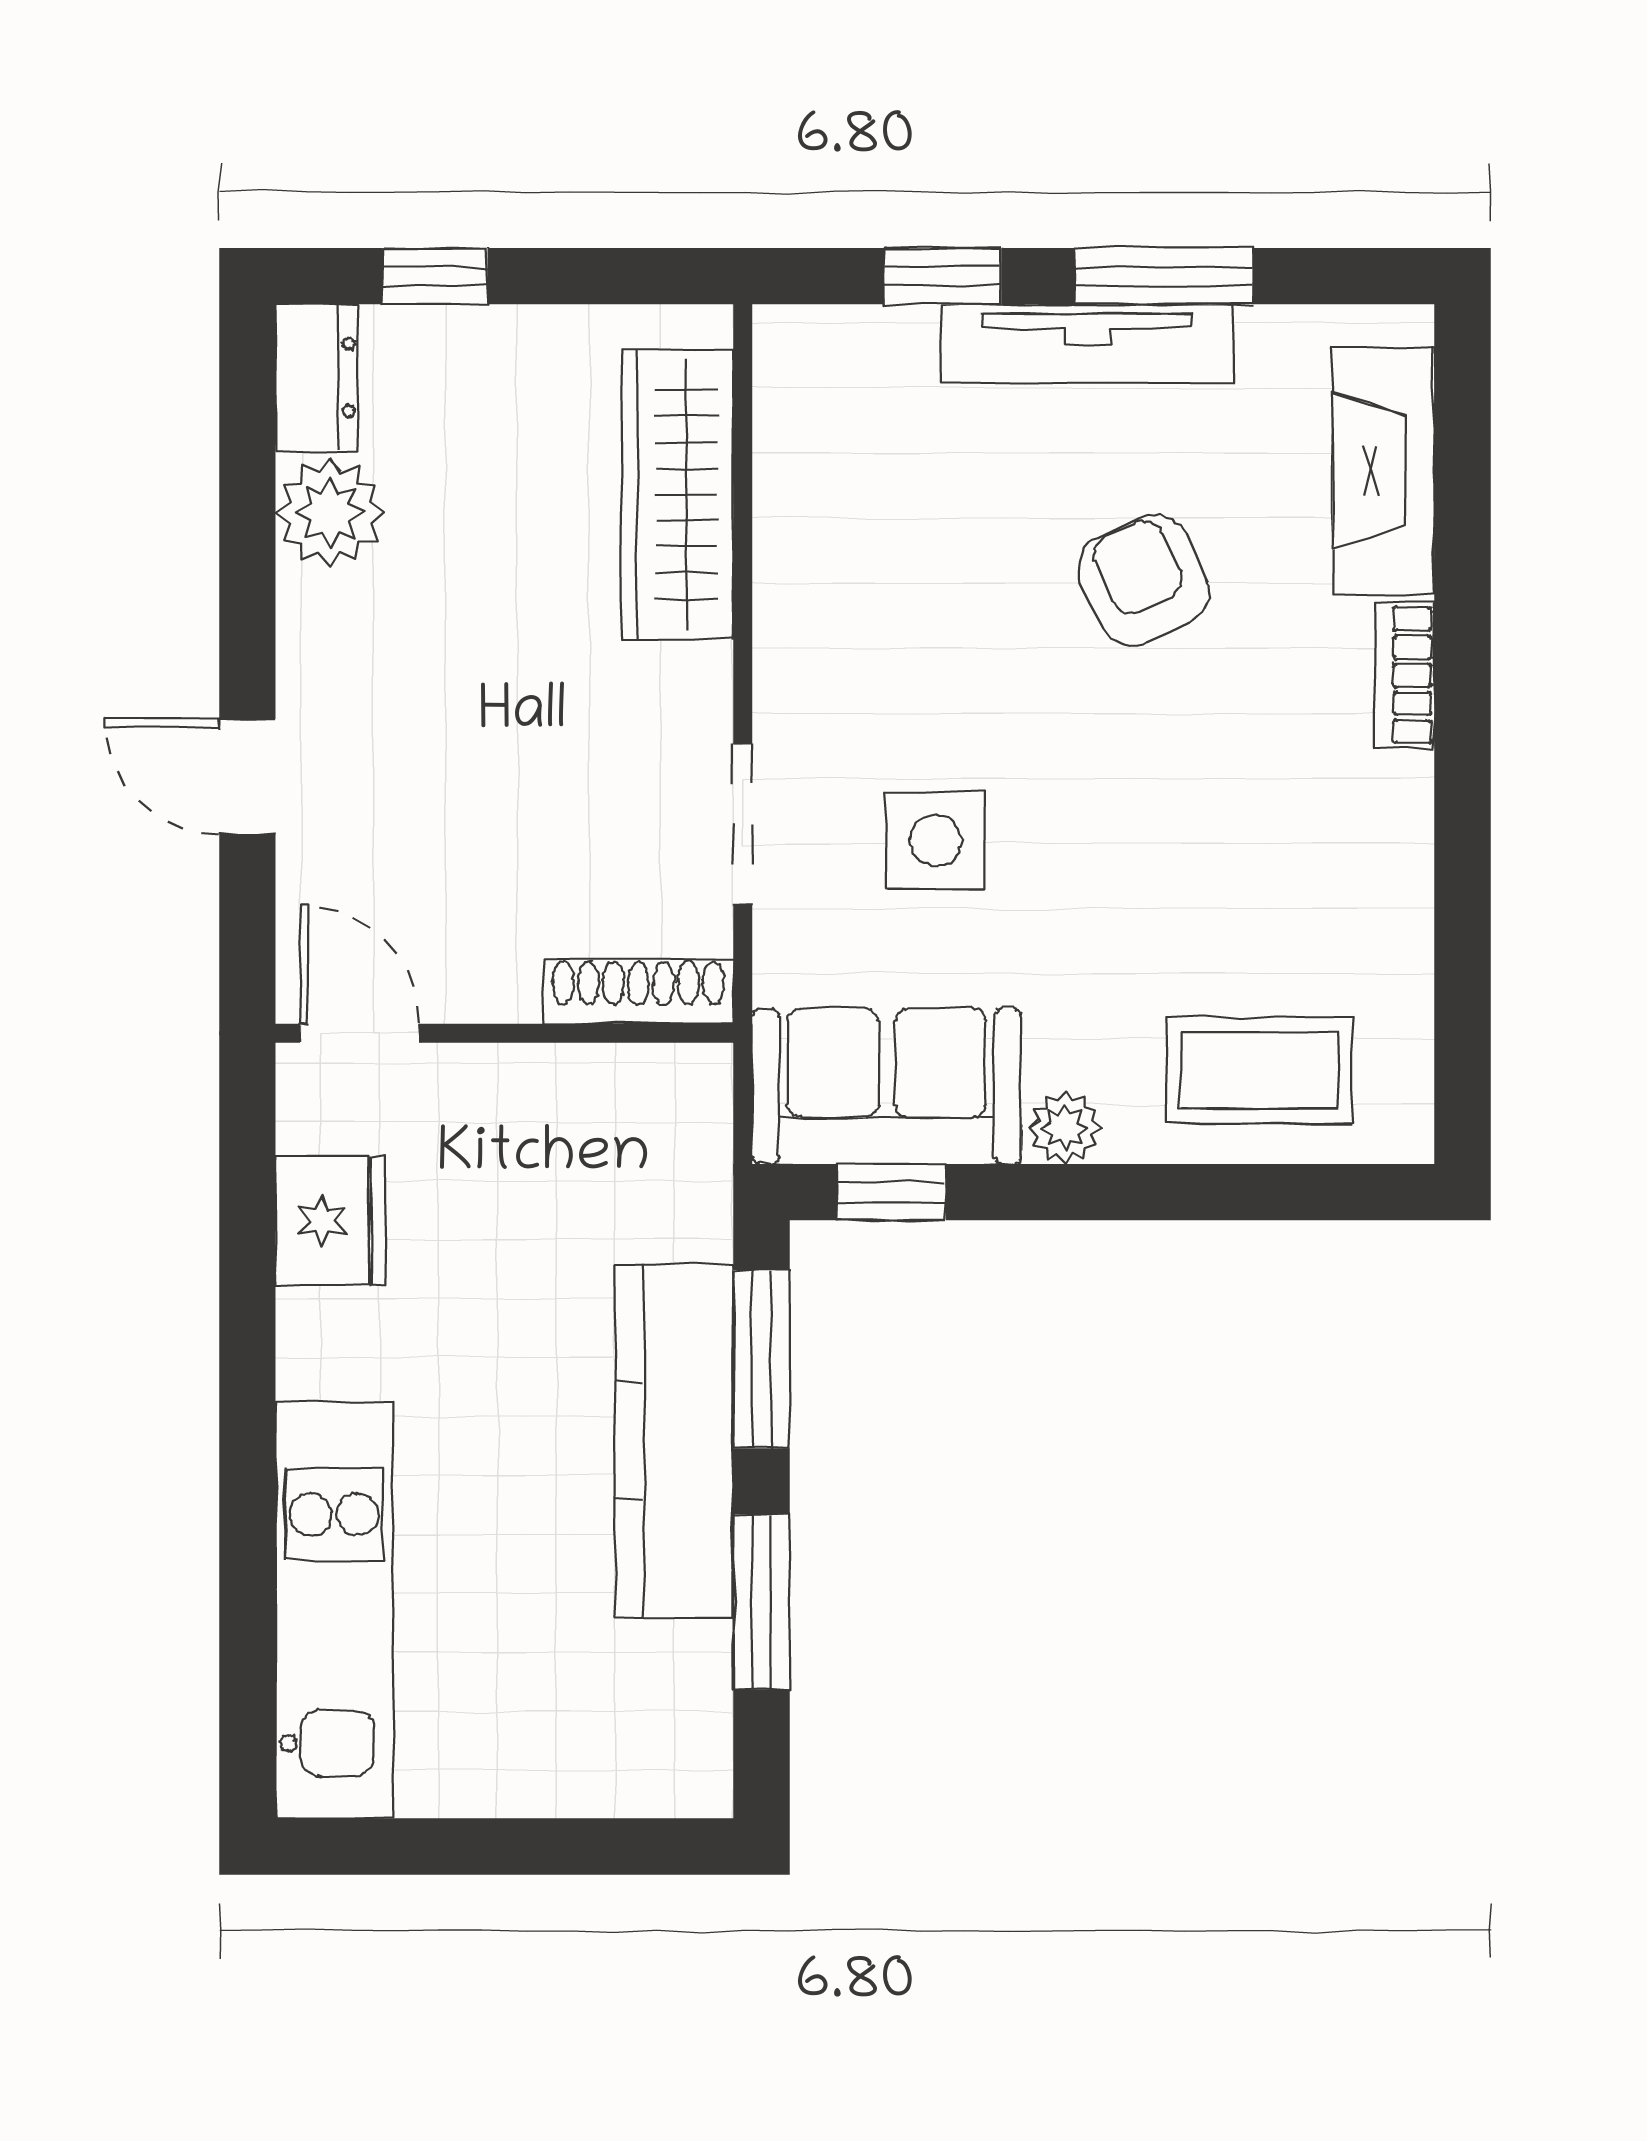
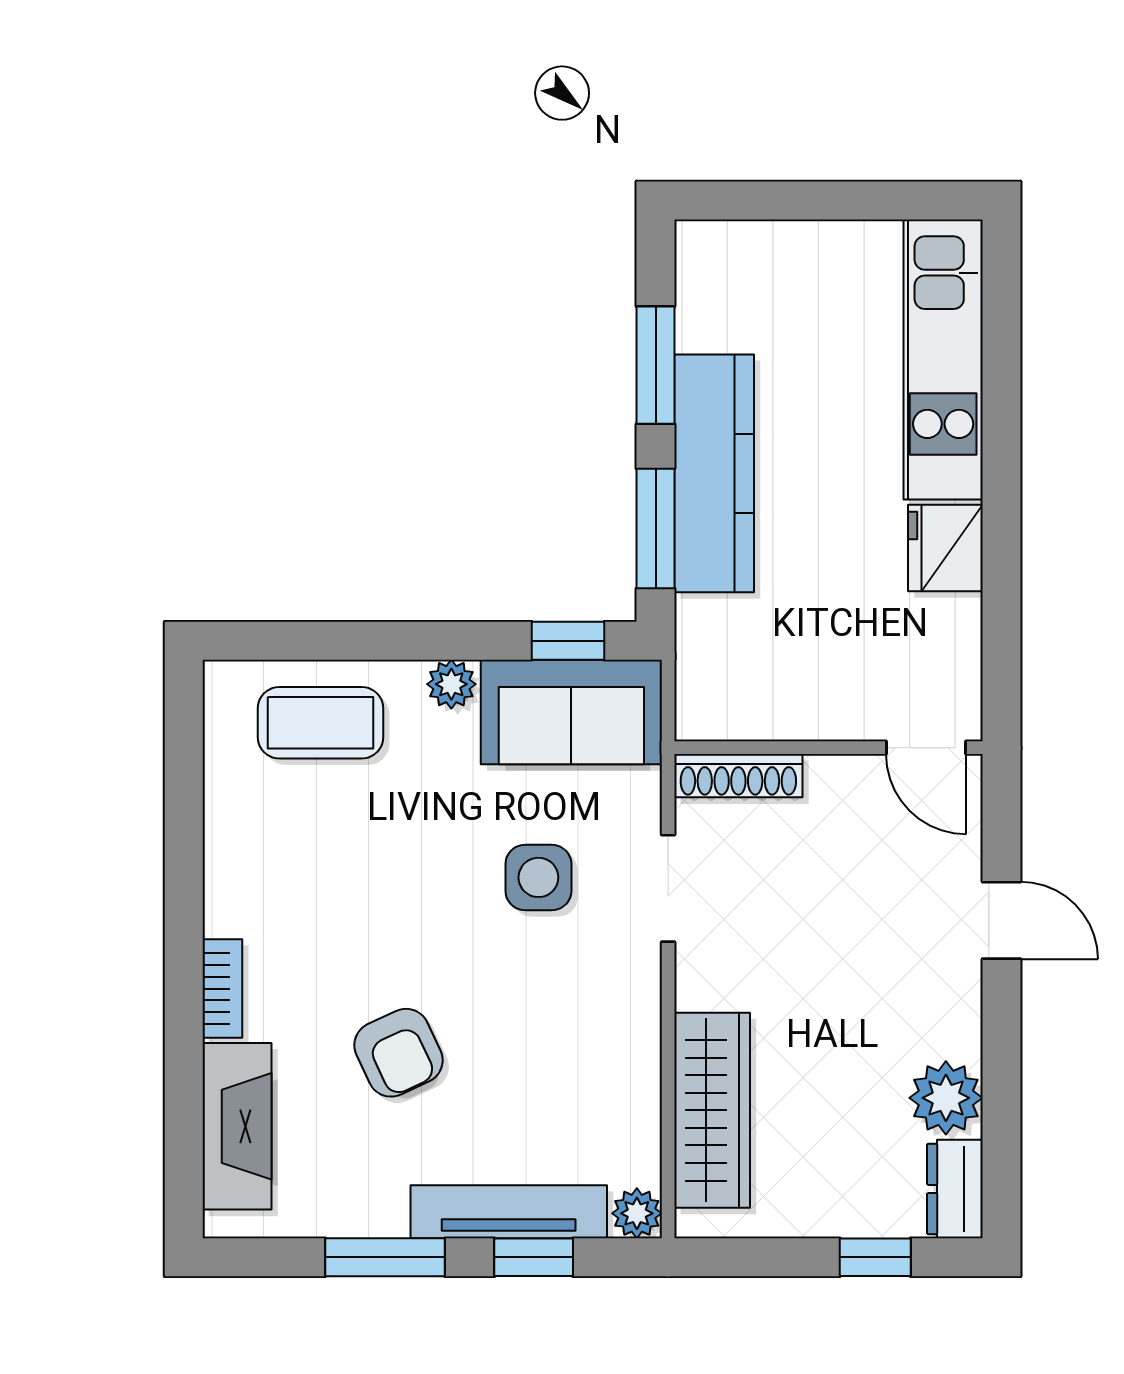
plant: (789, 341) -> (637, 1213), added
tv unit: (1087, 344) -> (509, 1212), moved
fridge: (331, 1221) -> (945, 548), moved

